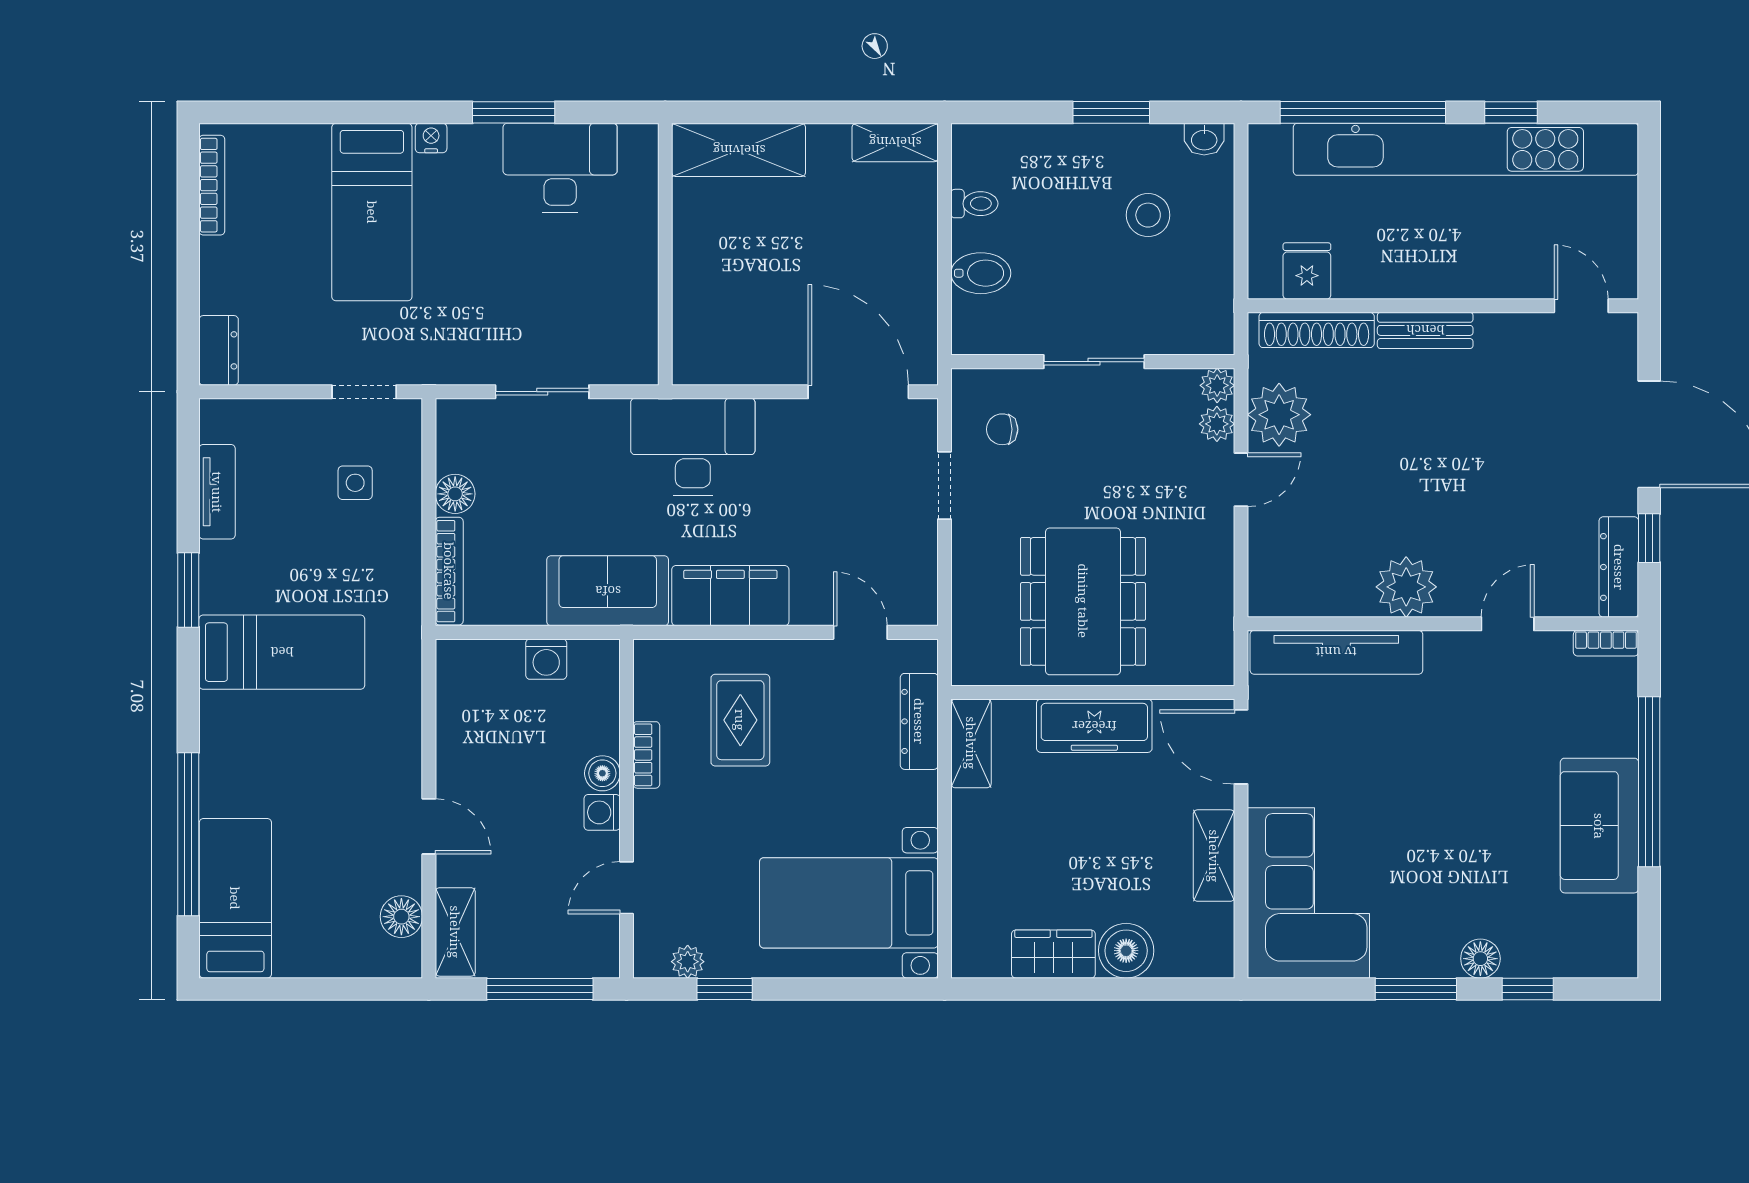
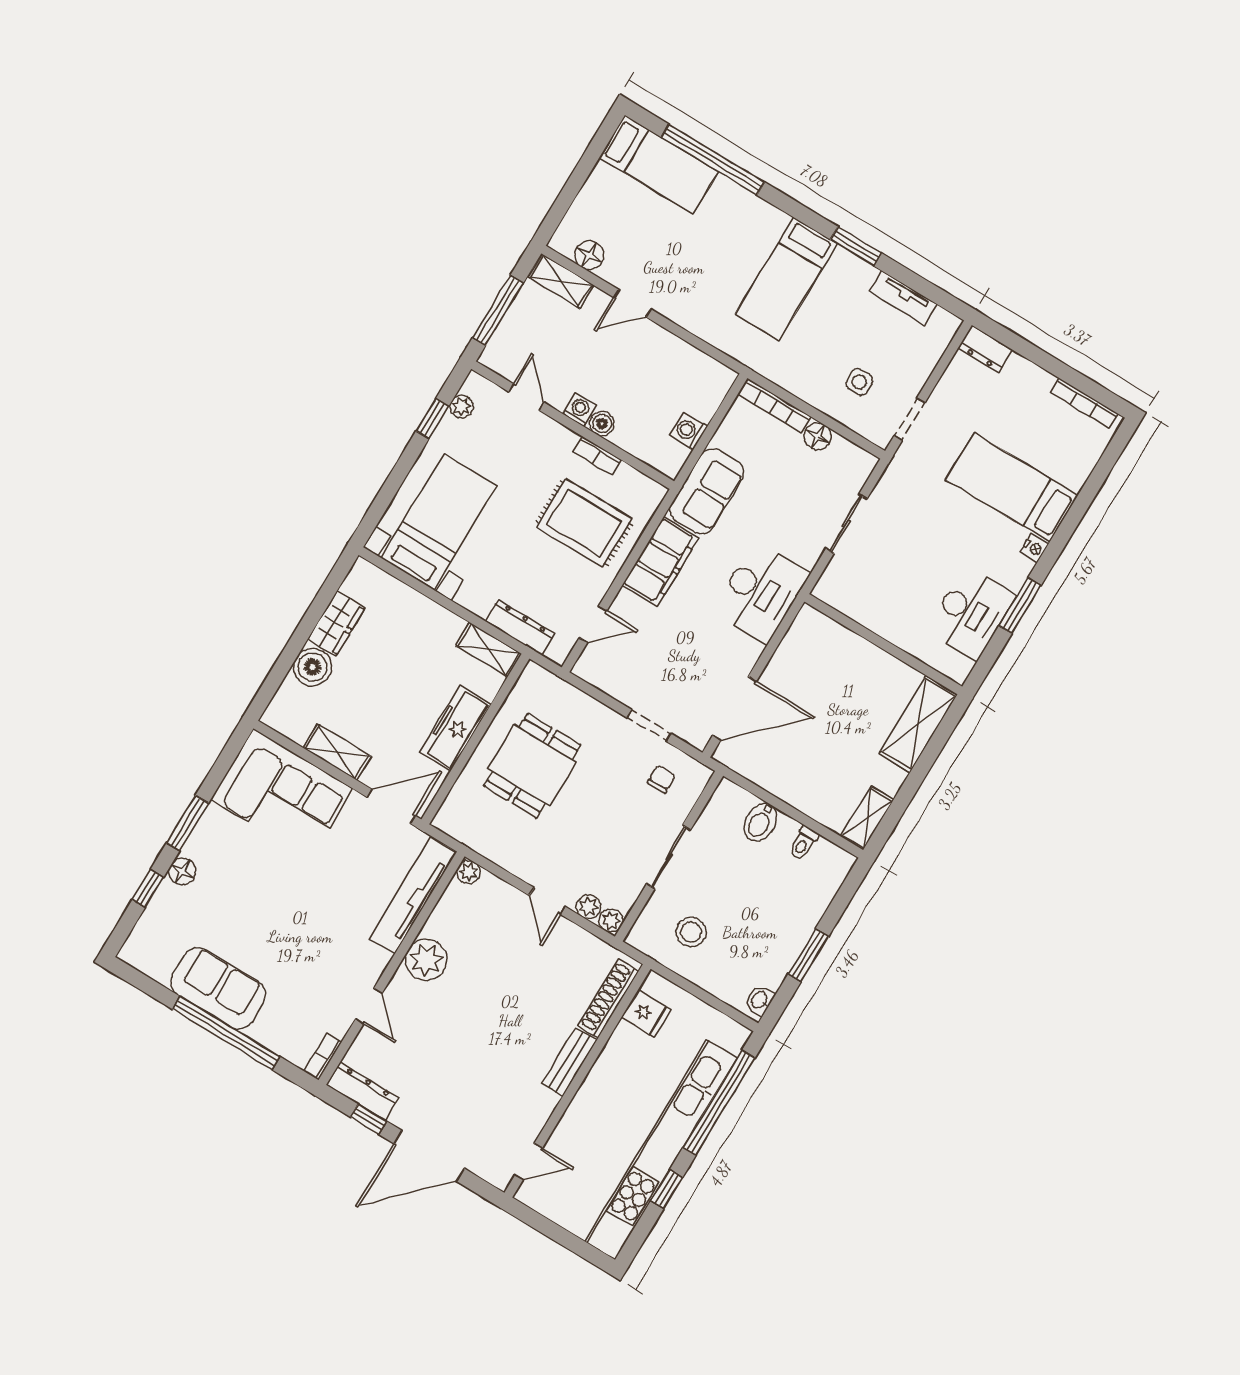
stool: (1148, 215) -> (691, 932), moved
plant: (1279, 415) -> (468, 872), moved, width x0.53, depth x0.53
dining table: (1083, 601) -> (532, 766), width x0.73
rug: (740, 720) -> (584, 523), width x1.36, depth x1.43

